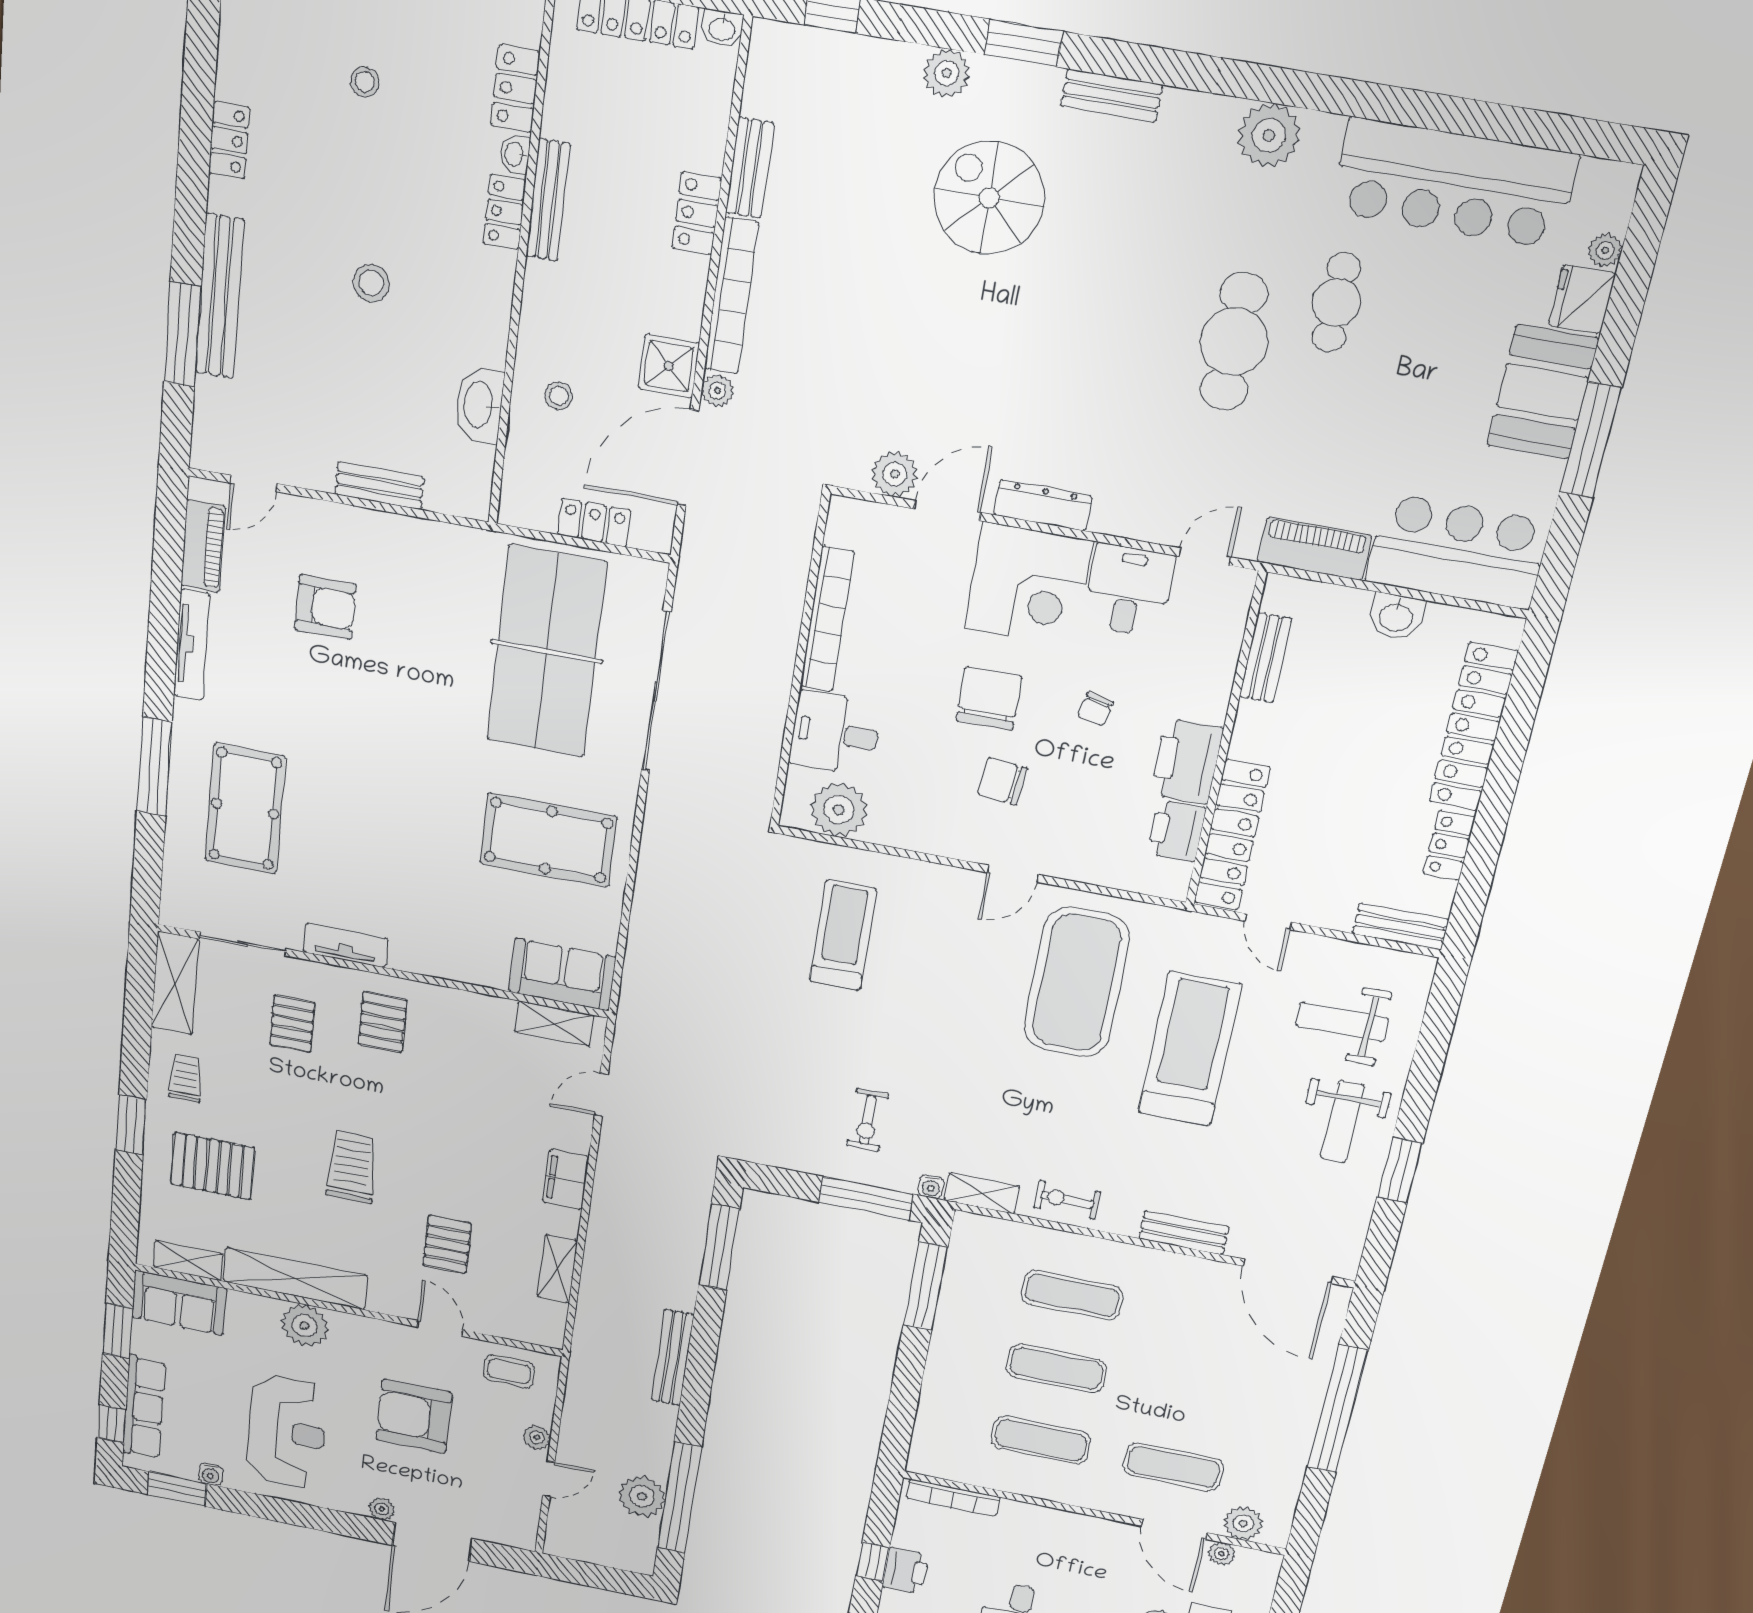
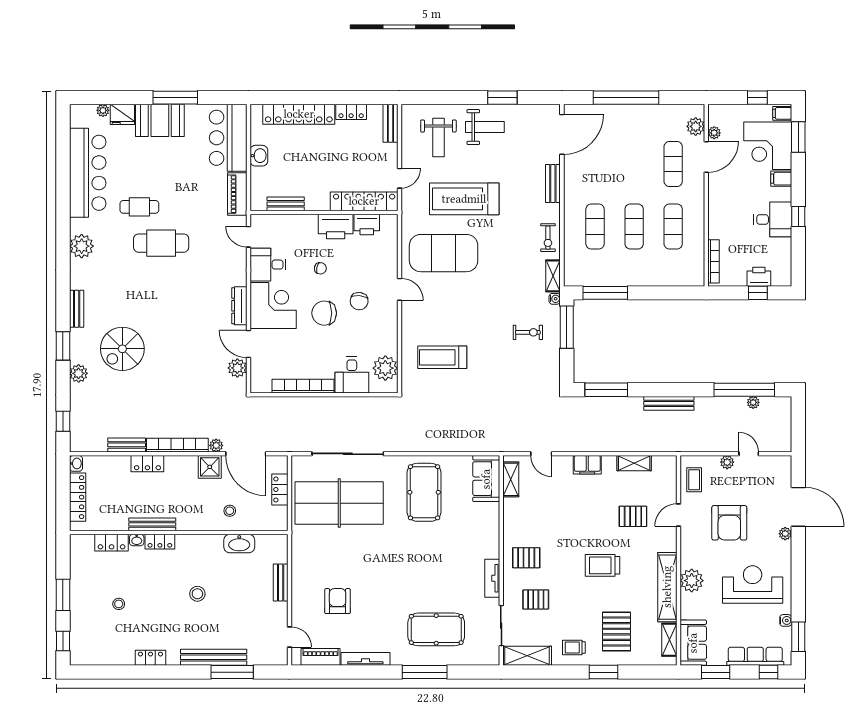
plant: (642, 1496) -> (753, 402), width x0.53, depth x0.53

